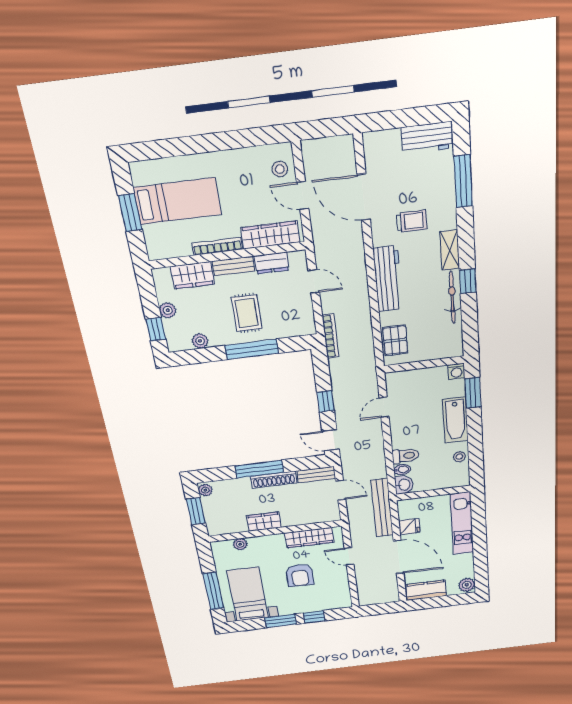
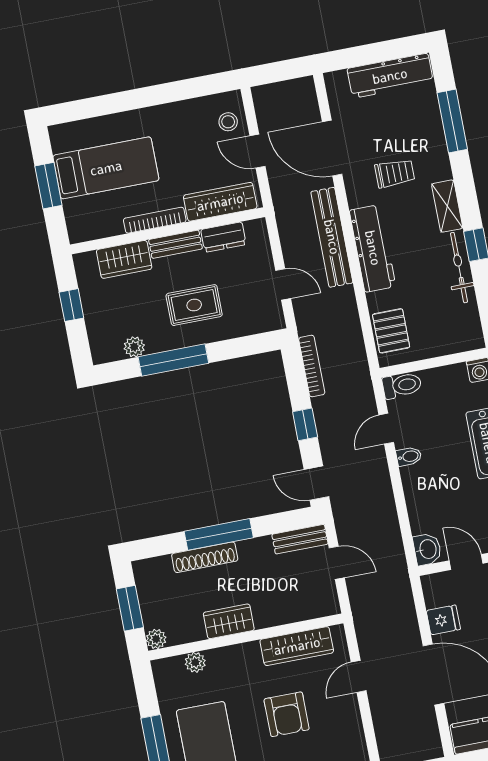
workbench: (427, 138) -> (390, 76), width x1.38
door: (314, 281) -> (283, 284), moved
plant: (168, 310) -> (93, 307), removed
rug: (247, 313) -> (194, 305), turned 90
window: (156, 329) -> (71, 305), moved
bookcase: (331, 336) -> (312, 366), moved
window: (252, 349) -> (173, 360), moved
toilet: (406, 456) -> (402, 385), moved
bidet: (402, 470) -> (409, 456), moved
shoe rack: (274, 480) -> (205, 557), moved
plant: (205, 490) -> (156, 639), moved
door: (429, 493) -> (466, 562), added
bench: (382, 508) -> (332, 237), moved
door: (349, 556) -> (359, 676), hinge flipped

